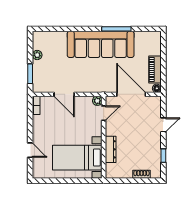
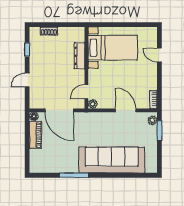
sofa: (101, 44) -> (112, 160), moved
plant: (37, 55) -> (152, 120), moved

